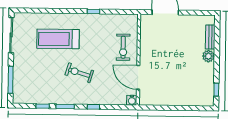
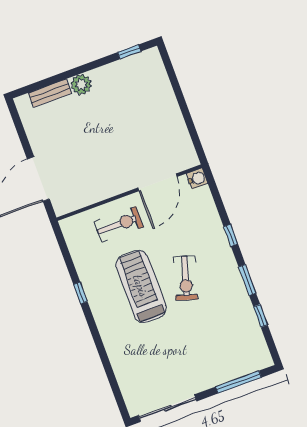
treadmill: (58, 39) -> (141, 286), moved, turned 180

